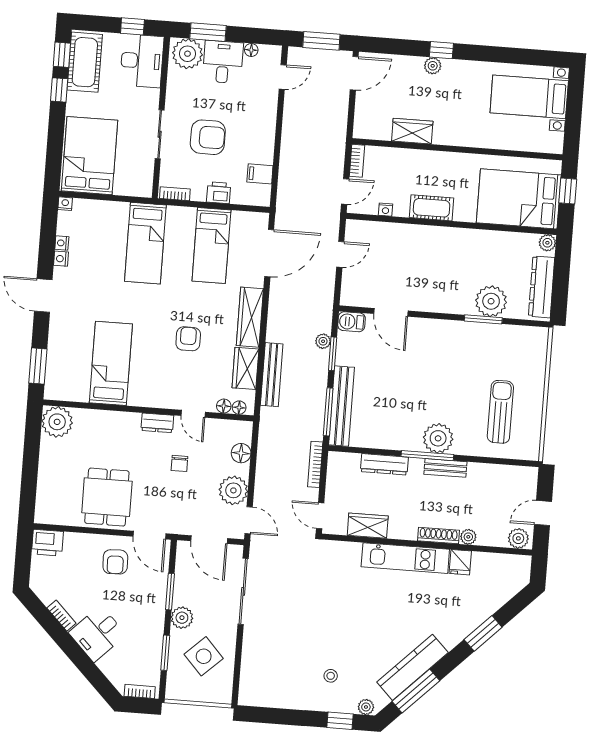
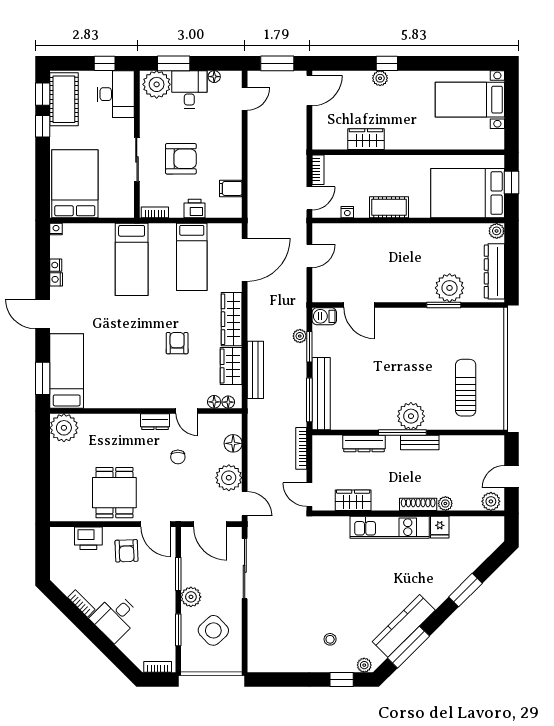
bed: (111, 363) -> (67, 371), moved
printer: (47, 543) -> (88, 538), moved

